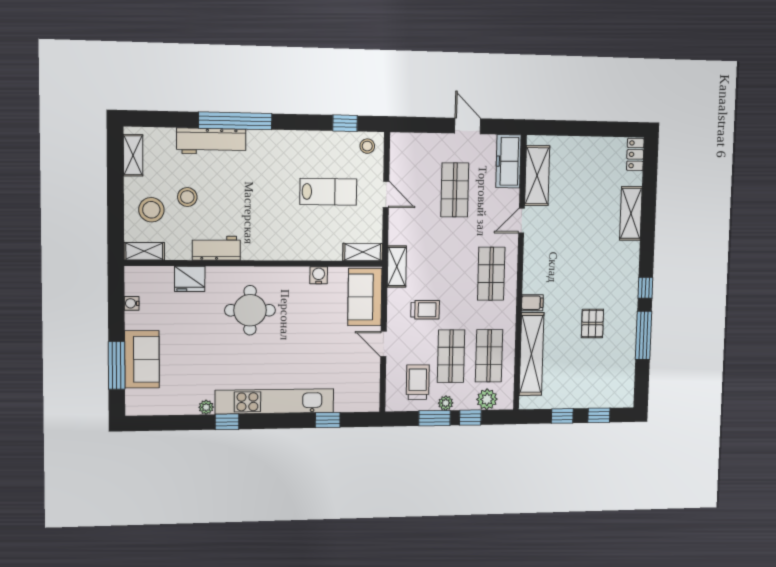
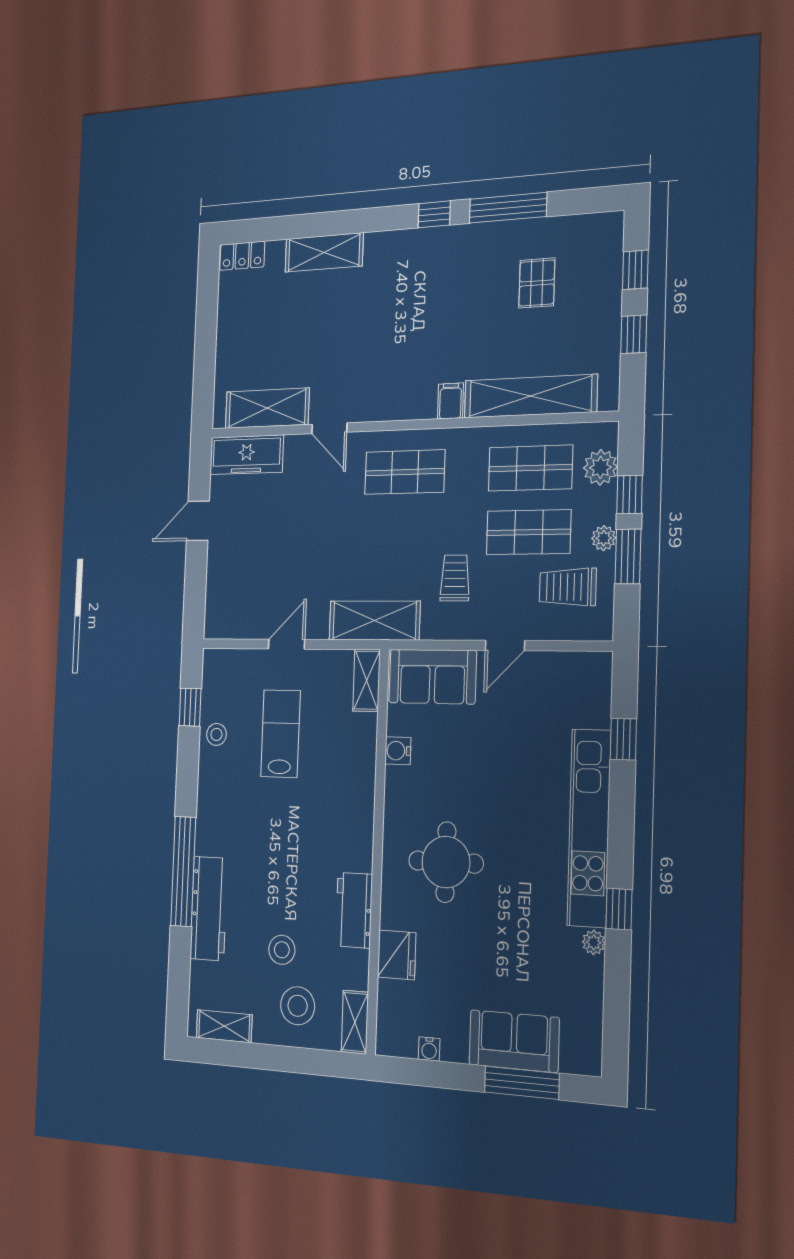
stool: (367, 146) -> (216, 734), moved
shop shelf: (455, 190) -> (283, 537), removed
shelving: (397, 267) -> (374, 621), width x1.50, depth x1.33
pallet: (592, 323) -> (537, 283), moved, turned 90

